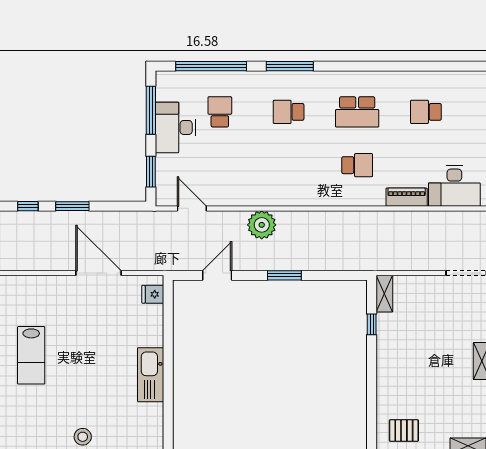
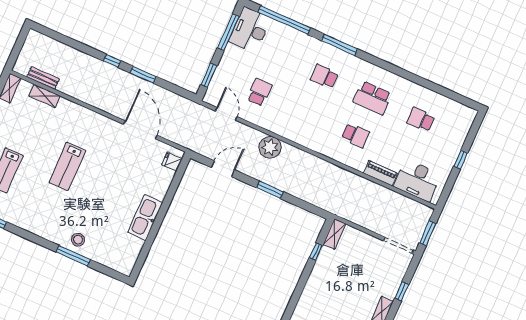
school desk: (220, 112) -> (259, 92), moved
desk: (175, 127) -> (250, 30), moved

